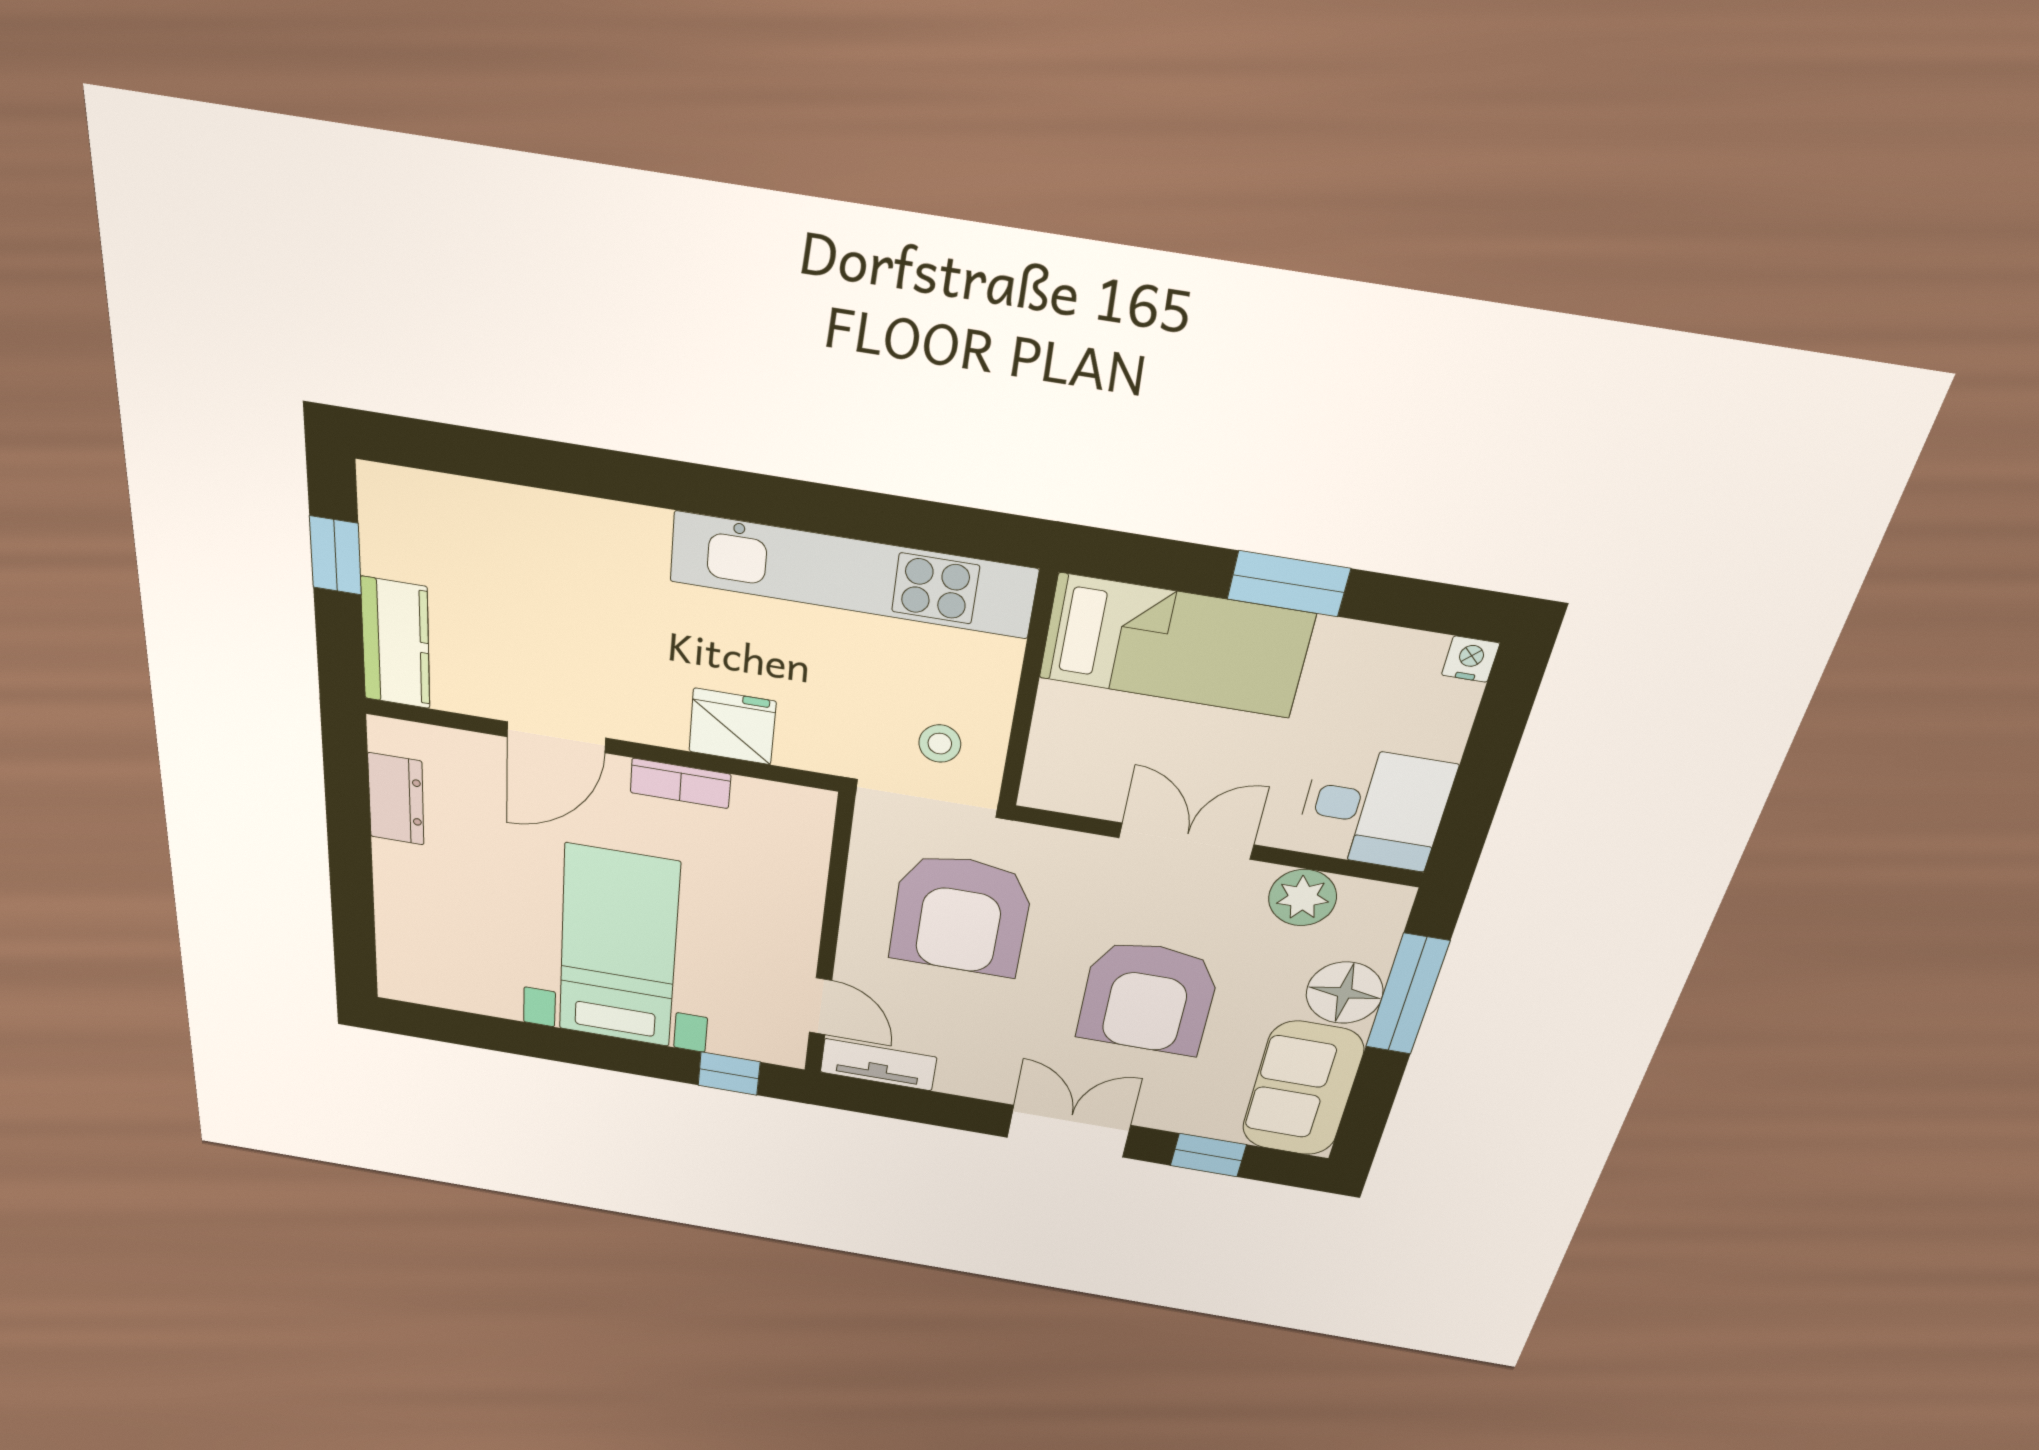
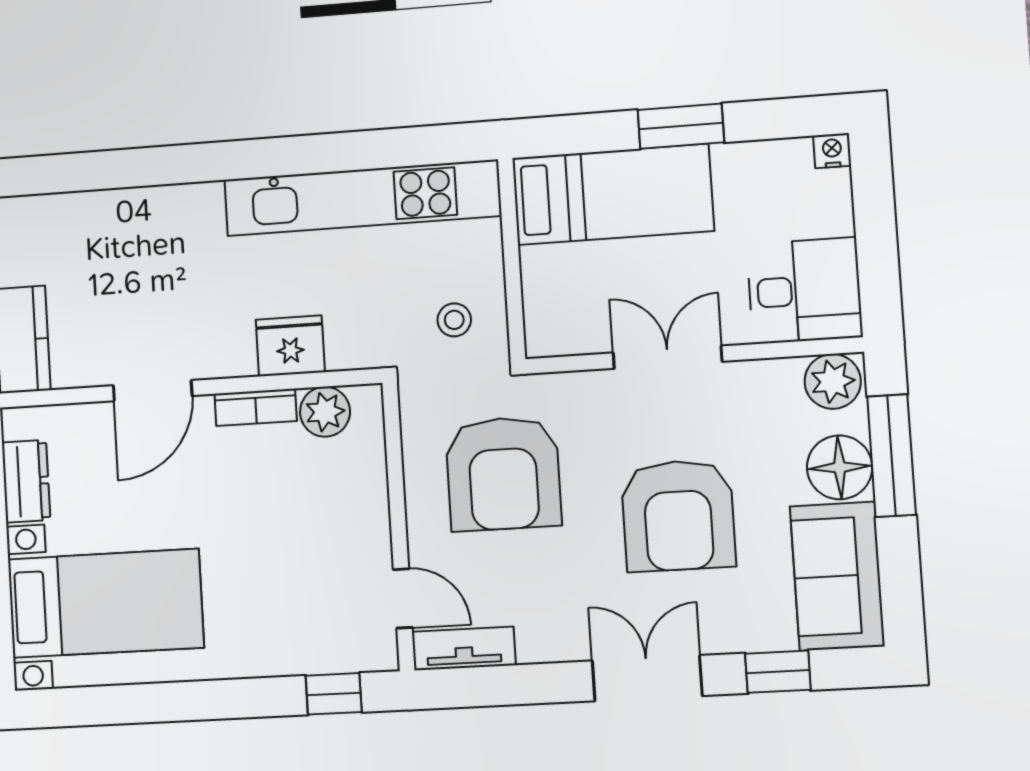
plant: (764, 807) -> (325, 412), added
plant: (1303, 898) -> (833, 381), moved
bed with nightstands: (618, 947) -> (106, 603), moved, turned 90

